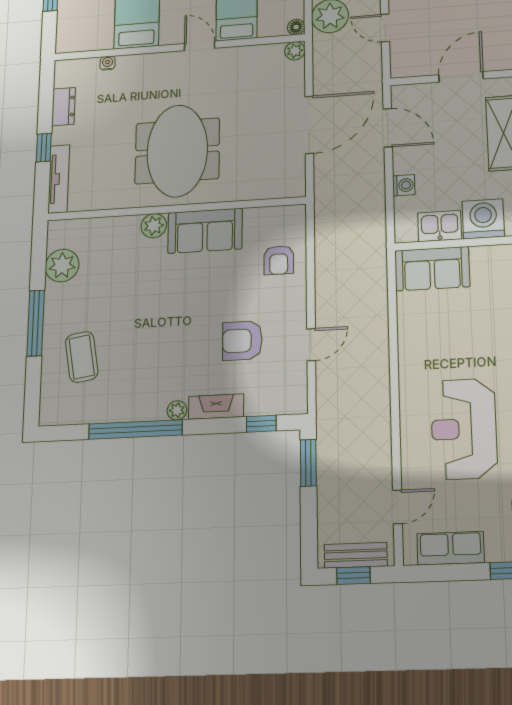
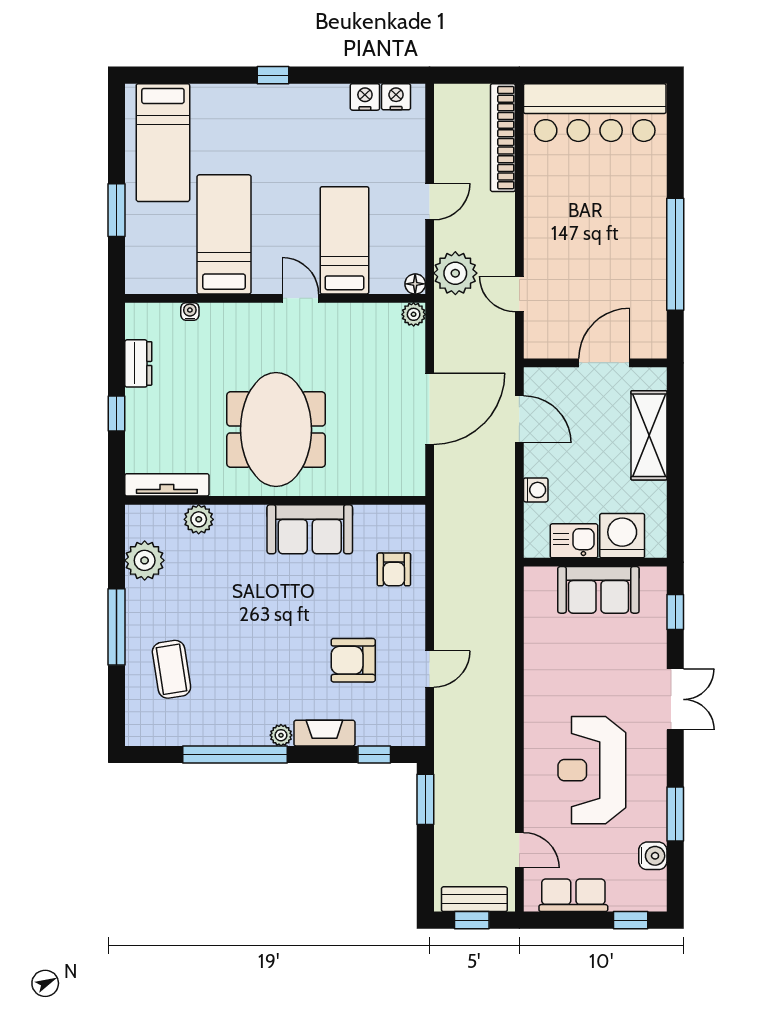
tv unit: (59, 179) -> (167, 485), moved, turned -90
plant: (154, 226) -> (199, 519), moved
sofa: (432, 269) -> (598, 590), moved
door: (397, 507) -> (519, 850), hinge flipped

